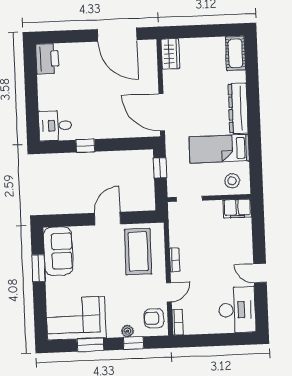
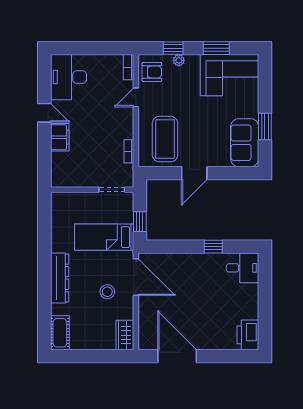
bed: (219, 149) -> (104, 237), moved, turned 180
stool: (232, 181) -> (107, 292), moved
filing cabinet: (237, 208) -> (60, 137), moved, turned 90
bookcase: (175, 260) -> (129, 151), moved

